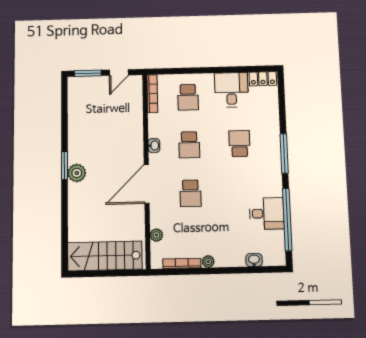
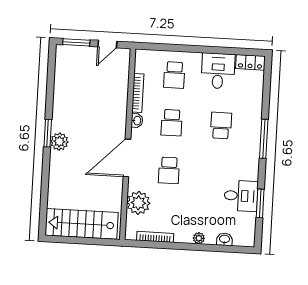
bookcase: (152, 94) -> (138, 93), moved
window: (287, 220) -> (260, 203), width x0.47
plant: (156, 235) -> (138, 203), width x1.87, depth x1.87
plant: (208, 261) -> (199, 238), moved

